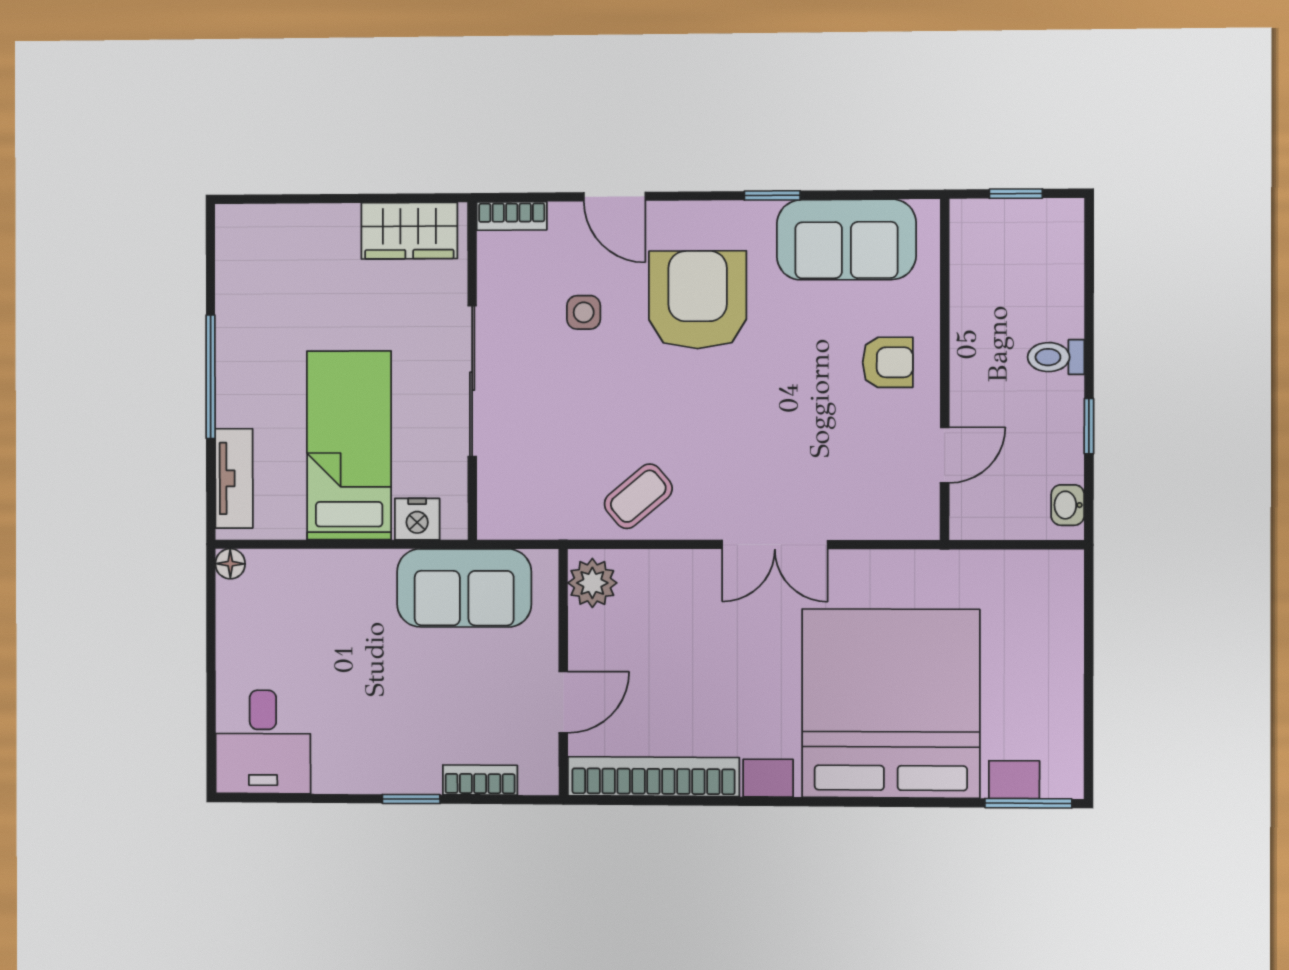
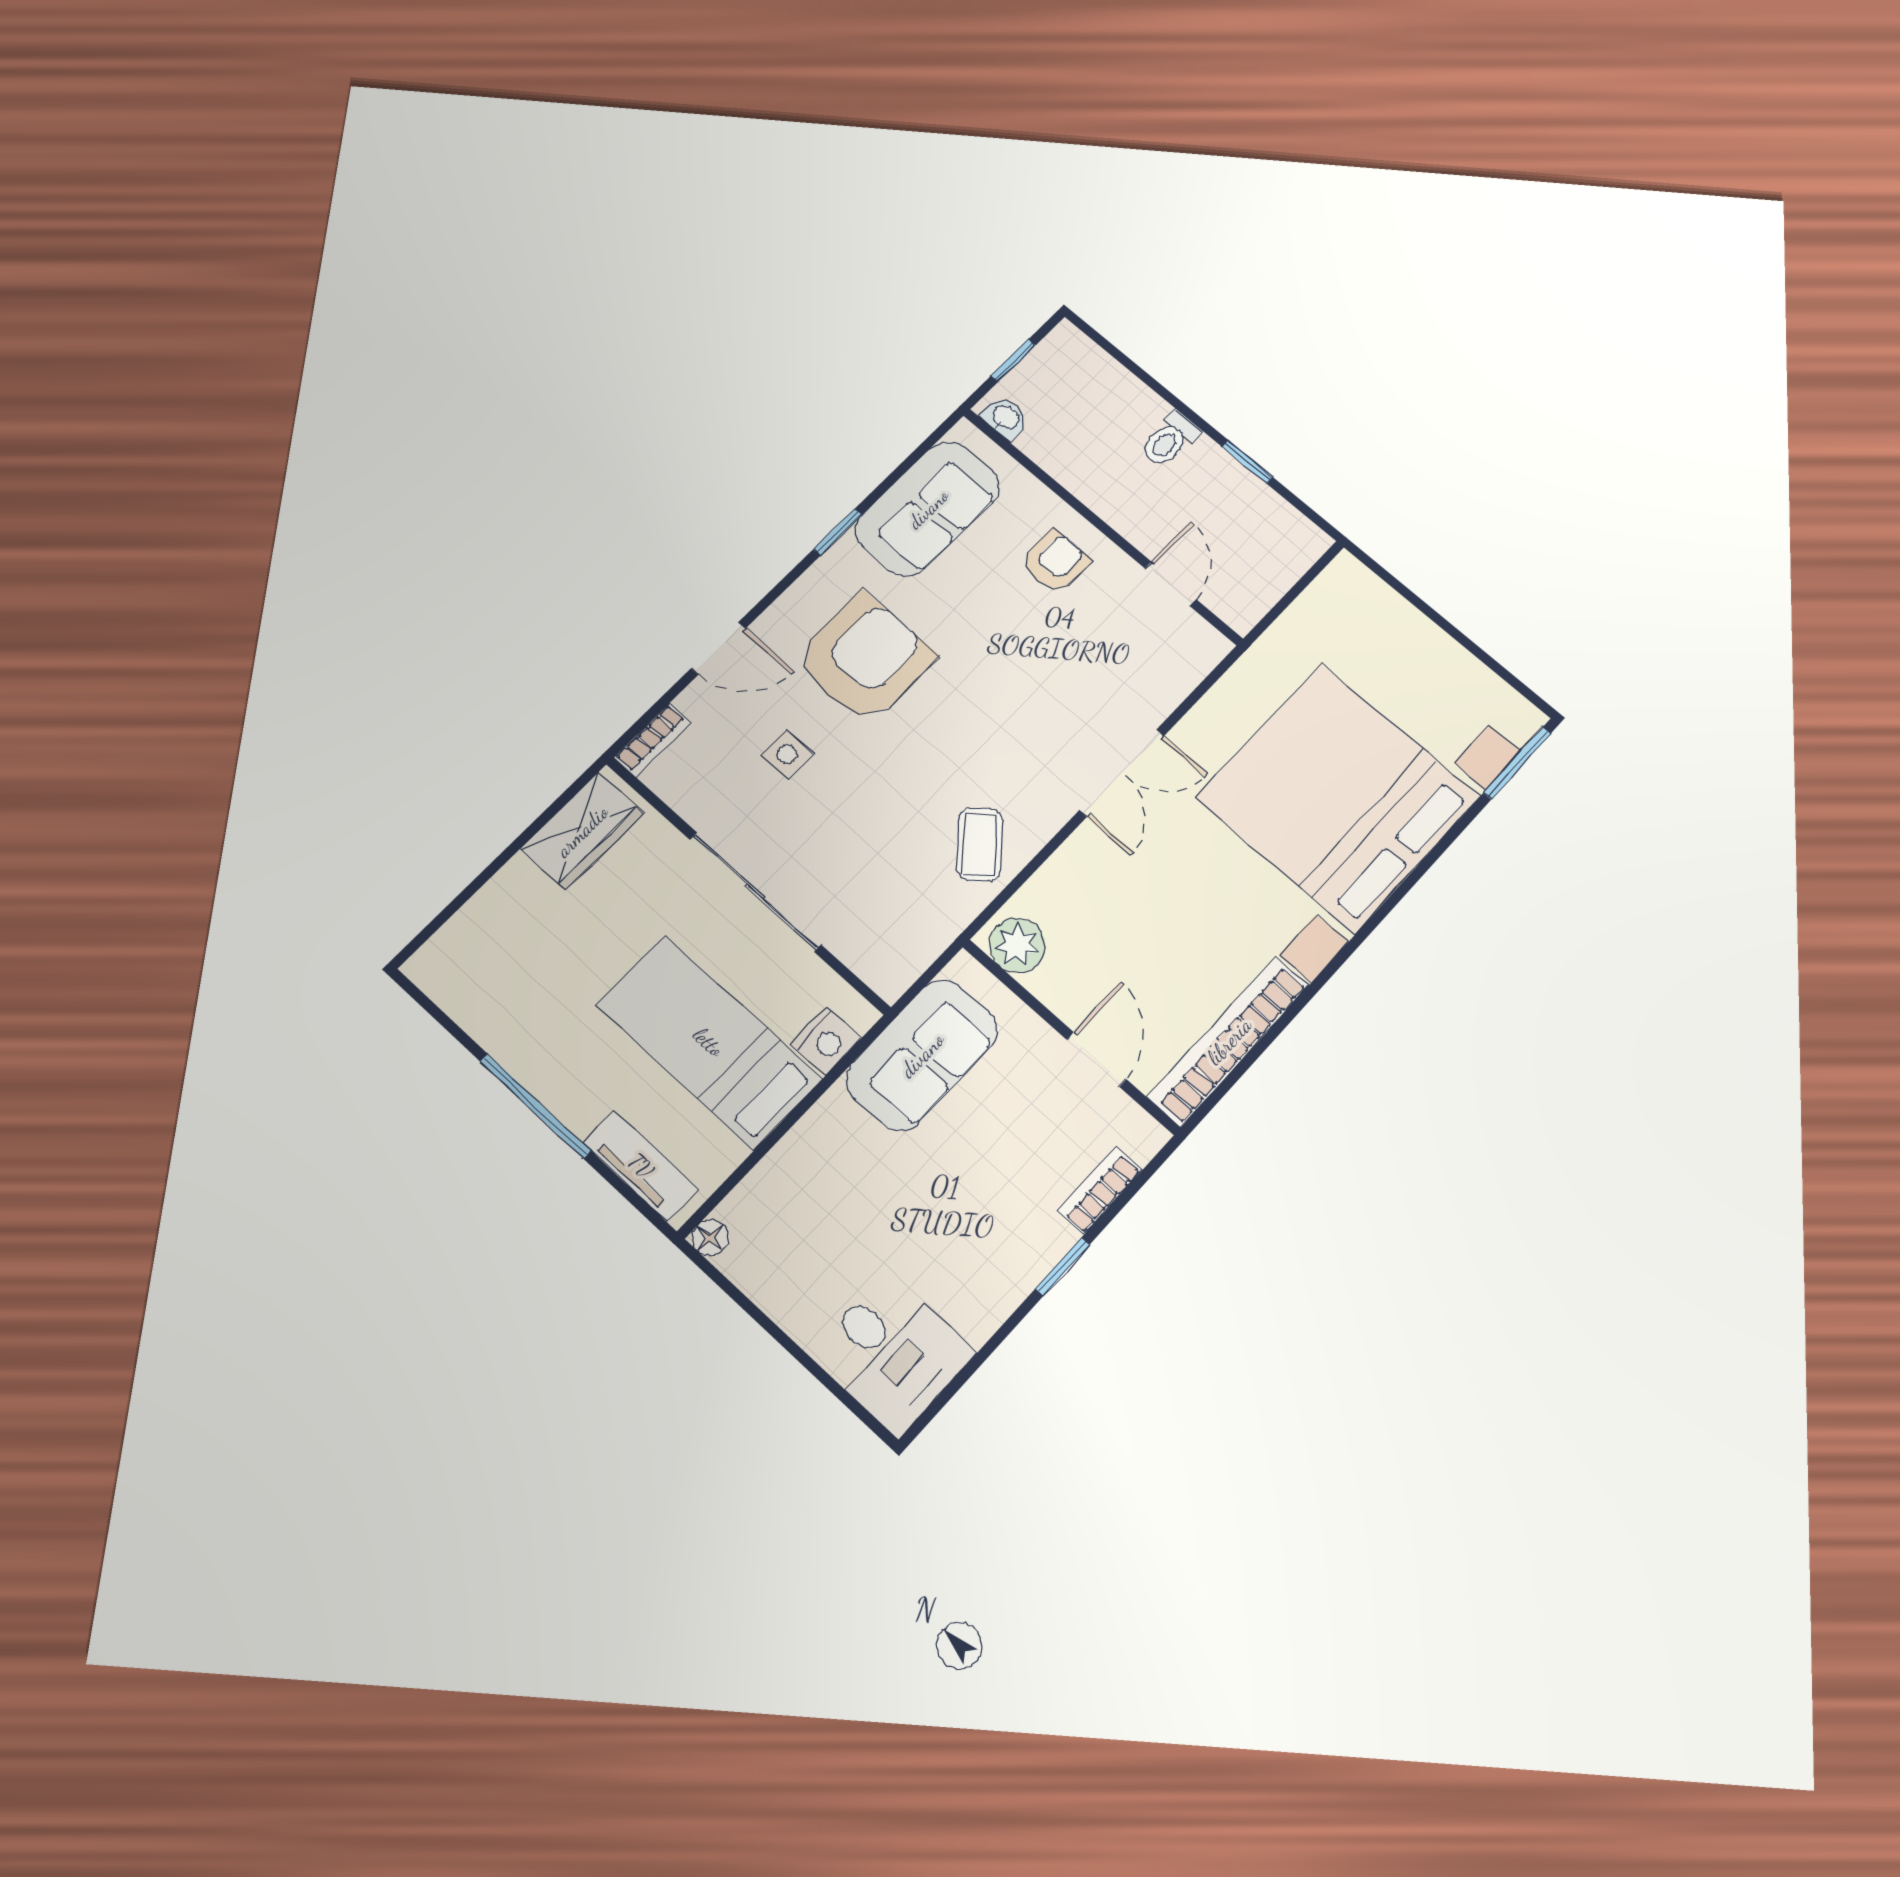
armchair: (698, 300) -> (864, 658), turned 90
washbasin: (1068, 505) -> (1005, 418), moved, turned 180

